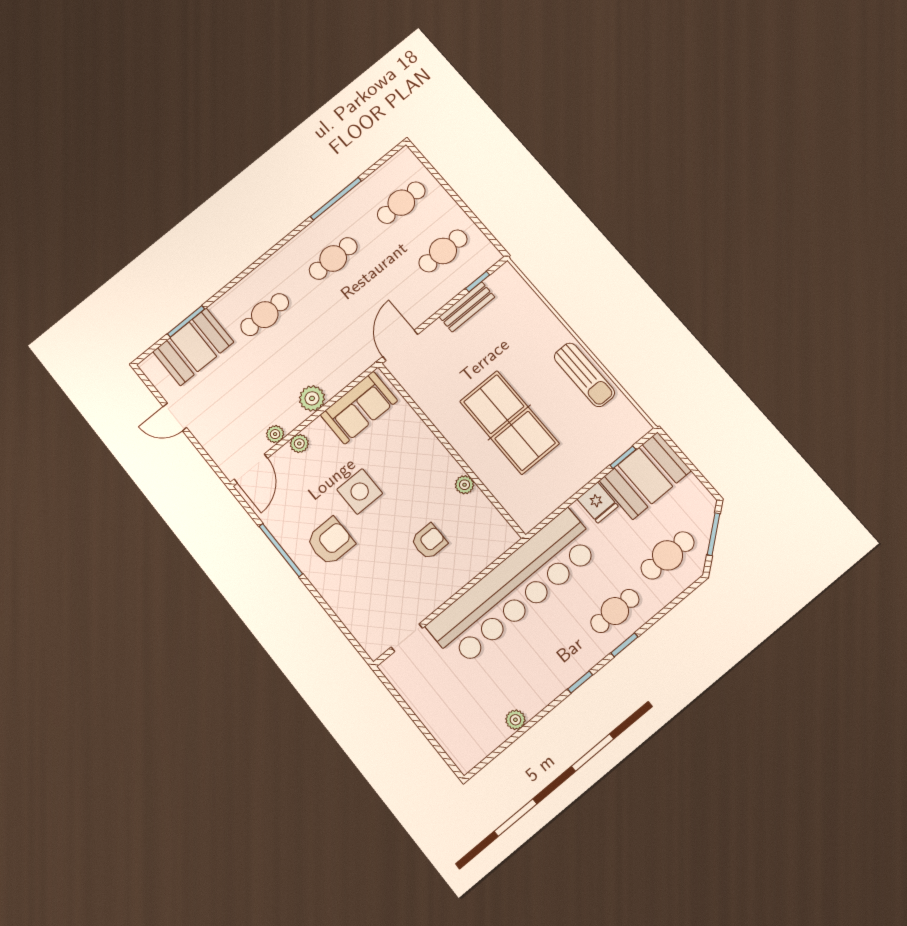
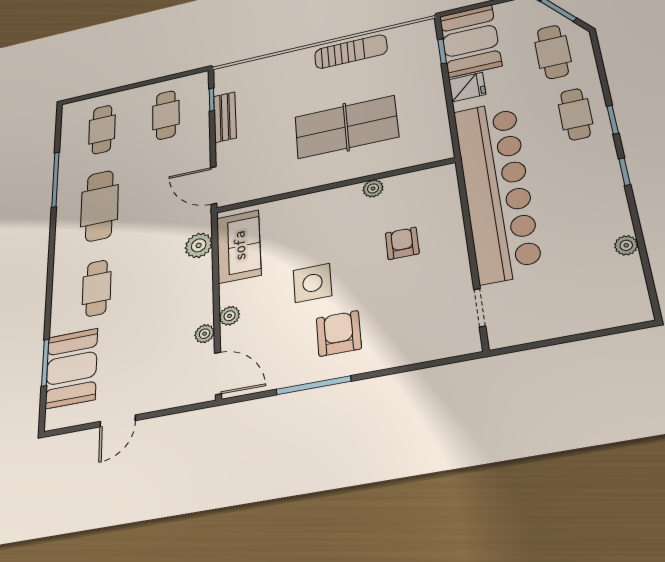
cafe table: (333, 259) -> (99, 206), width x1.37, depth x1.35
plant: (312, 398) -> (199, 245), moved

